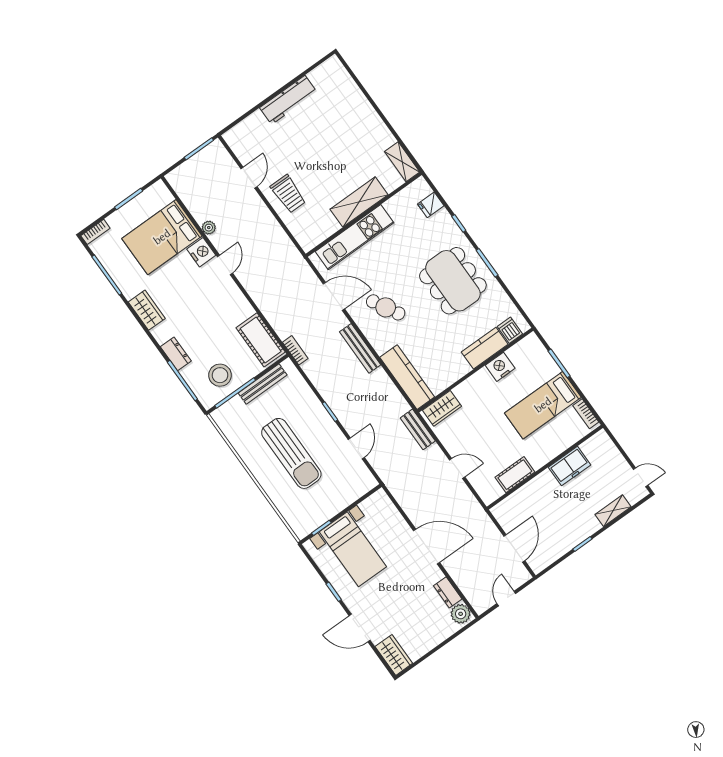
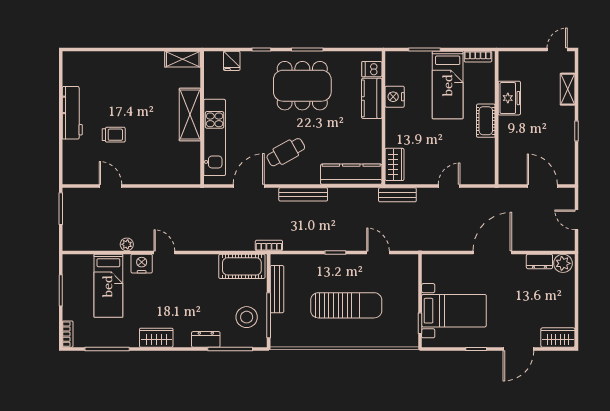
trolley: (288, 194) -> (114, 135), moved, width x0.73, depth x0.72
bed: (162, 237) -> (108, 286), width x0.67
cot: (515, 475) -> (486, 121), moved

